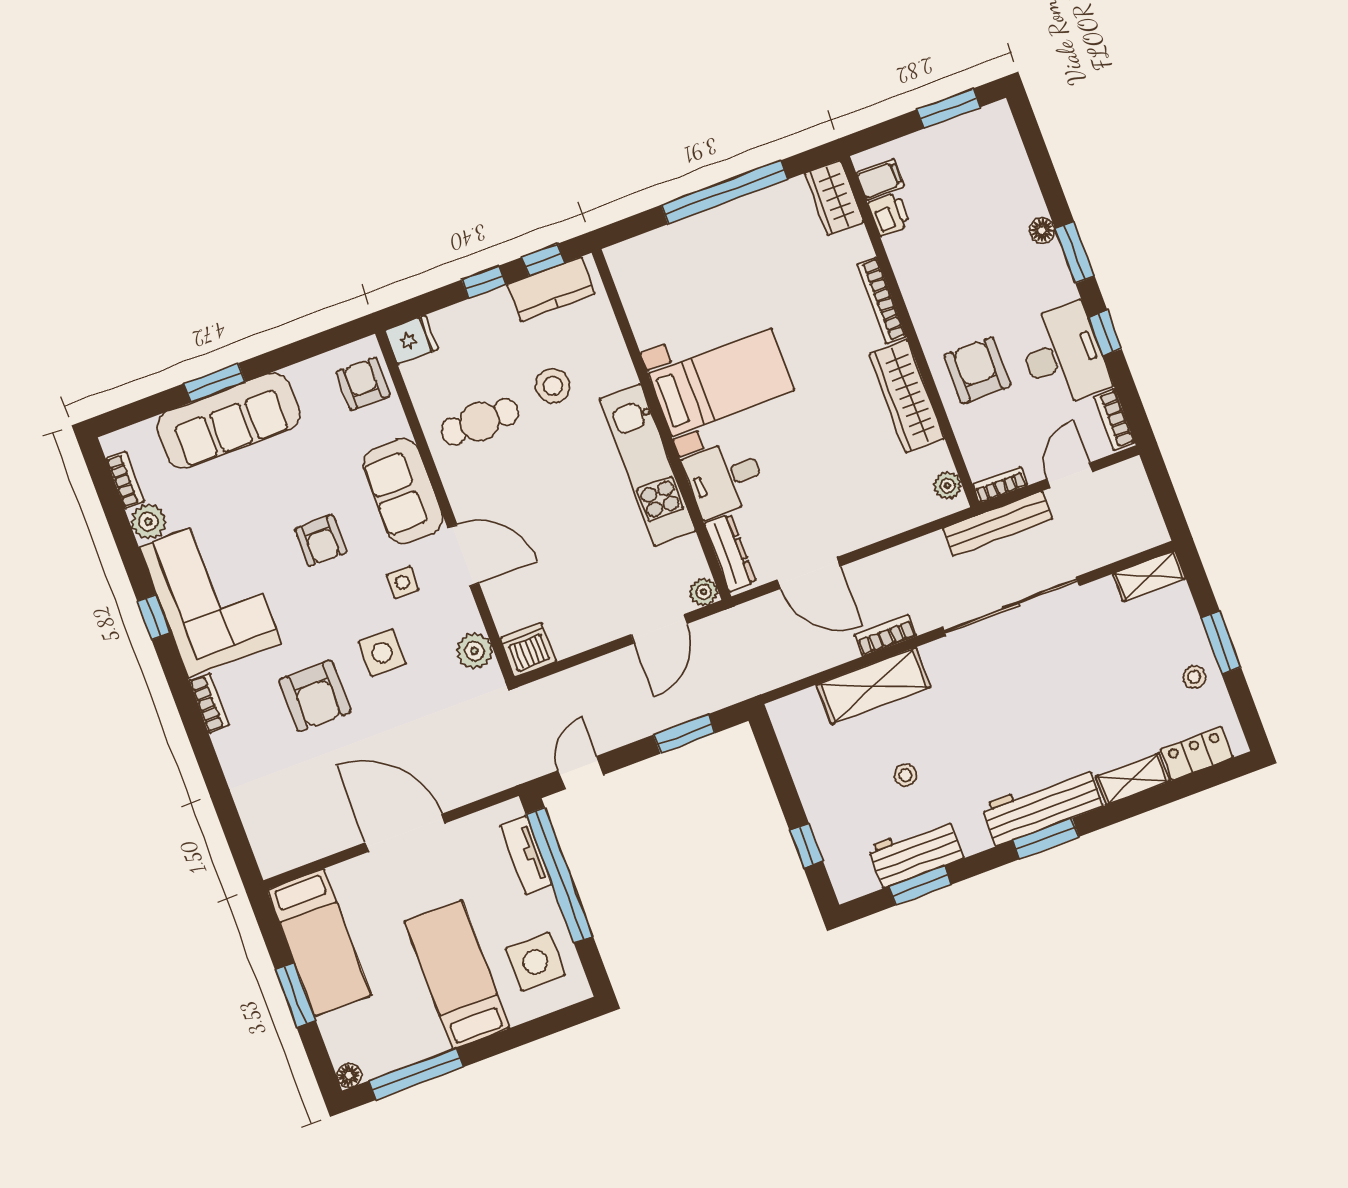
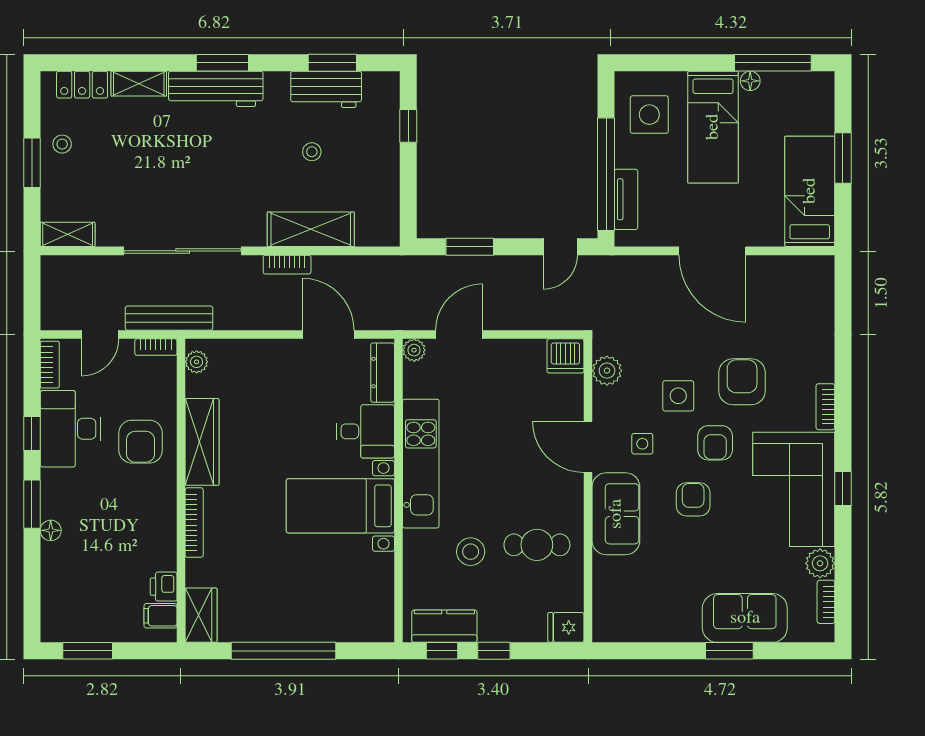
armchair: (363, 384) -> (715, 443), moved
sofa: (228, 420) -> (745, 618), width x0.73
floor lamp: (349, 1075) -> (750, 81), moved

